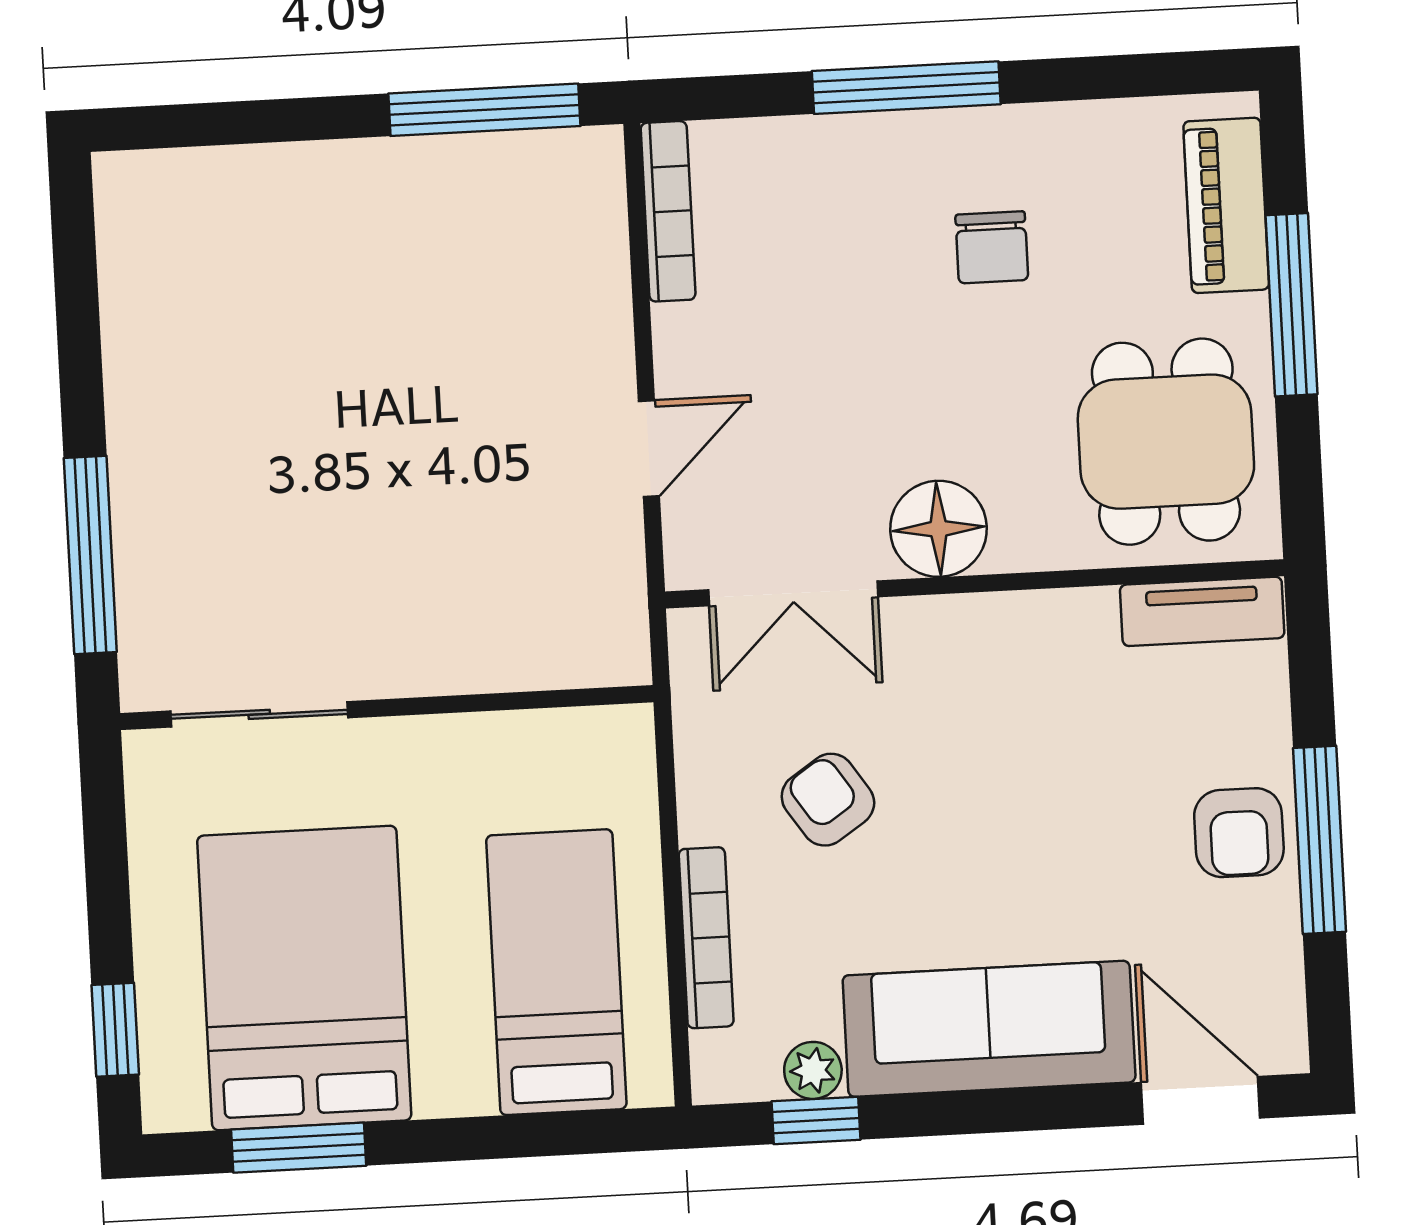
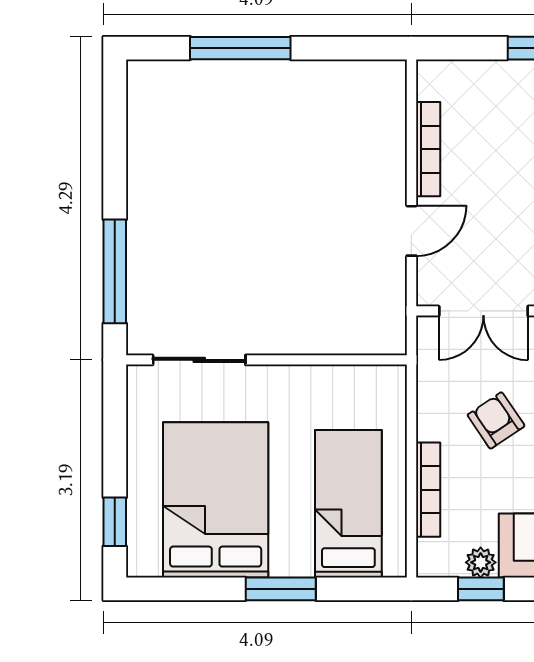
window: (484, 110) -> (240, 48), moved
bookcase: (668, 211) -> (428, 149), moved
window: (299, 1148) -> (281, 589), moved

